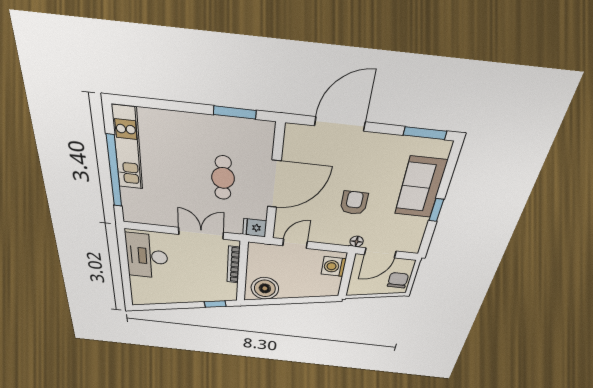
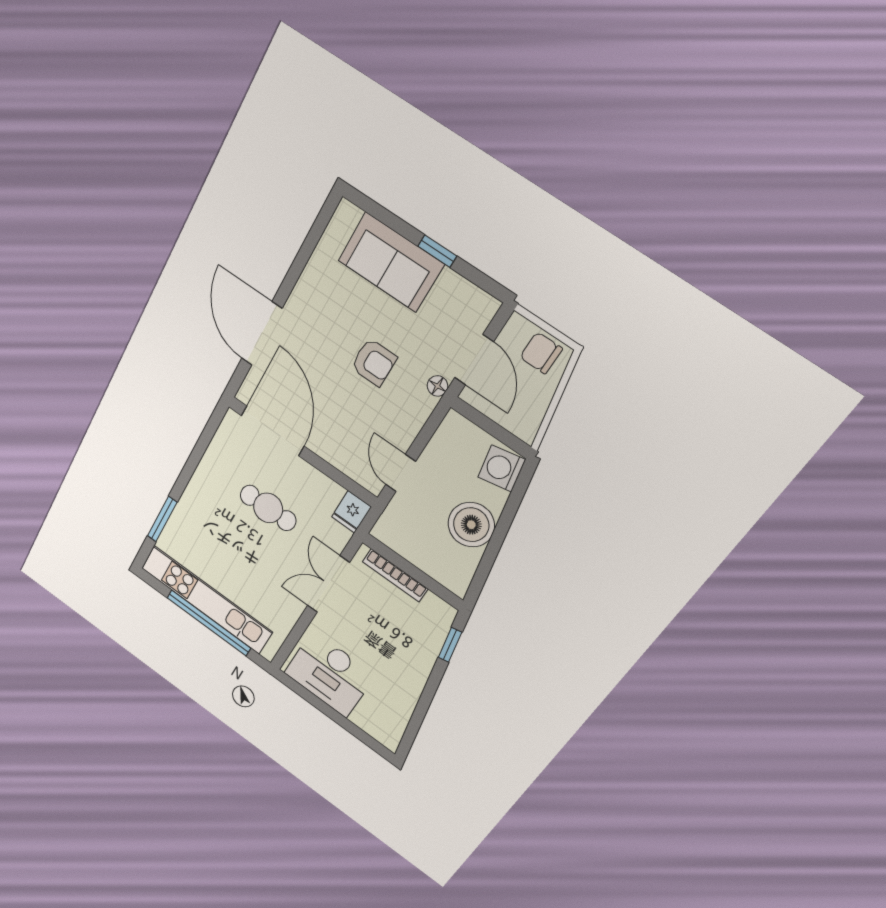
window: (235, 112) -> (162, 519), moved
window: (425, 133) -> (316, 232), removed
kitchen unit: (128, 148) -> (207, 600), width x1.36
door: (274, 184) -> (273, 431), moved
armchair: (354, 203) -> (374, 362), turned 180
washing machine: (334, 266) -> (502, 468), moved, turned 79
boiler: (265, 288) -> (471, 525), moved

